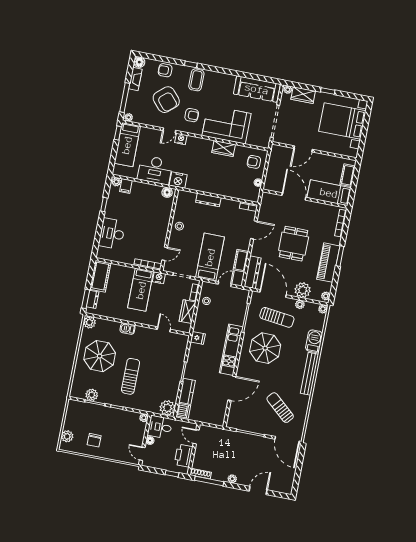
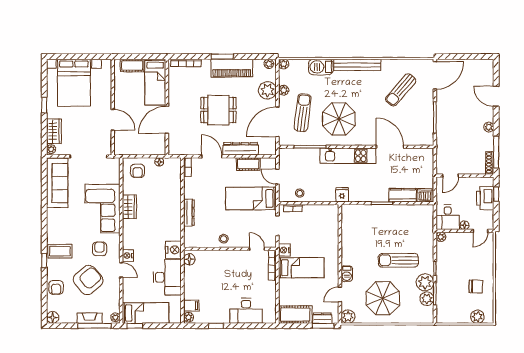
fireplace: (135, 79) -> (90, 318), moved
dresser: (252, 272) -> (241, 149), moved
wardrobe: (188, 312) -> (315, 212), removed
door: (164, 329) -> (340, 294), moved
plant: (167, 408) -> (425, 282), moved
printer: (184, 456) -> (485, 198), moved, turned 90

